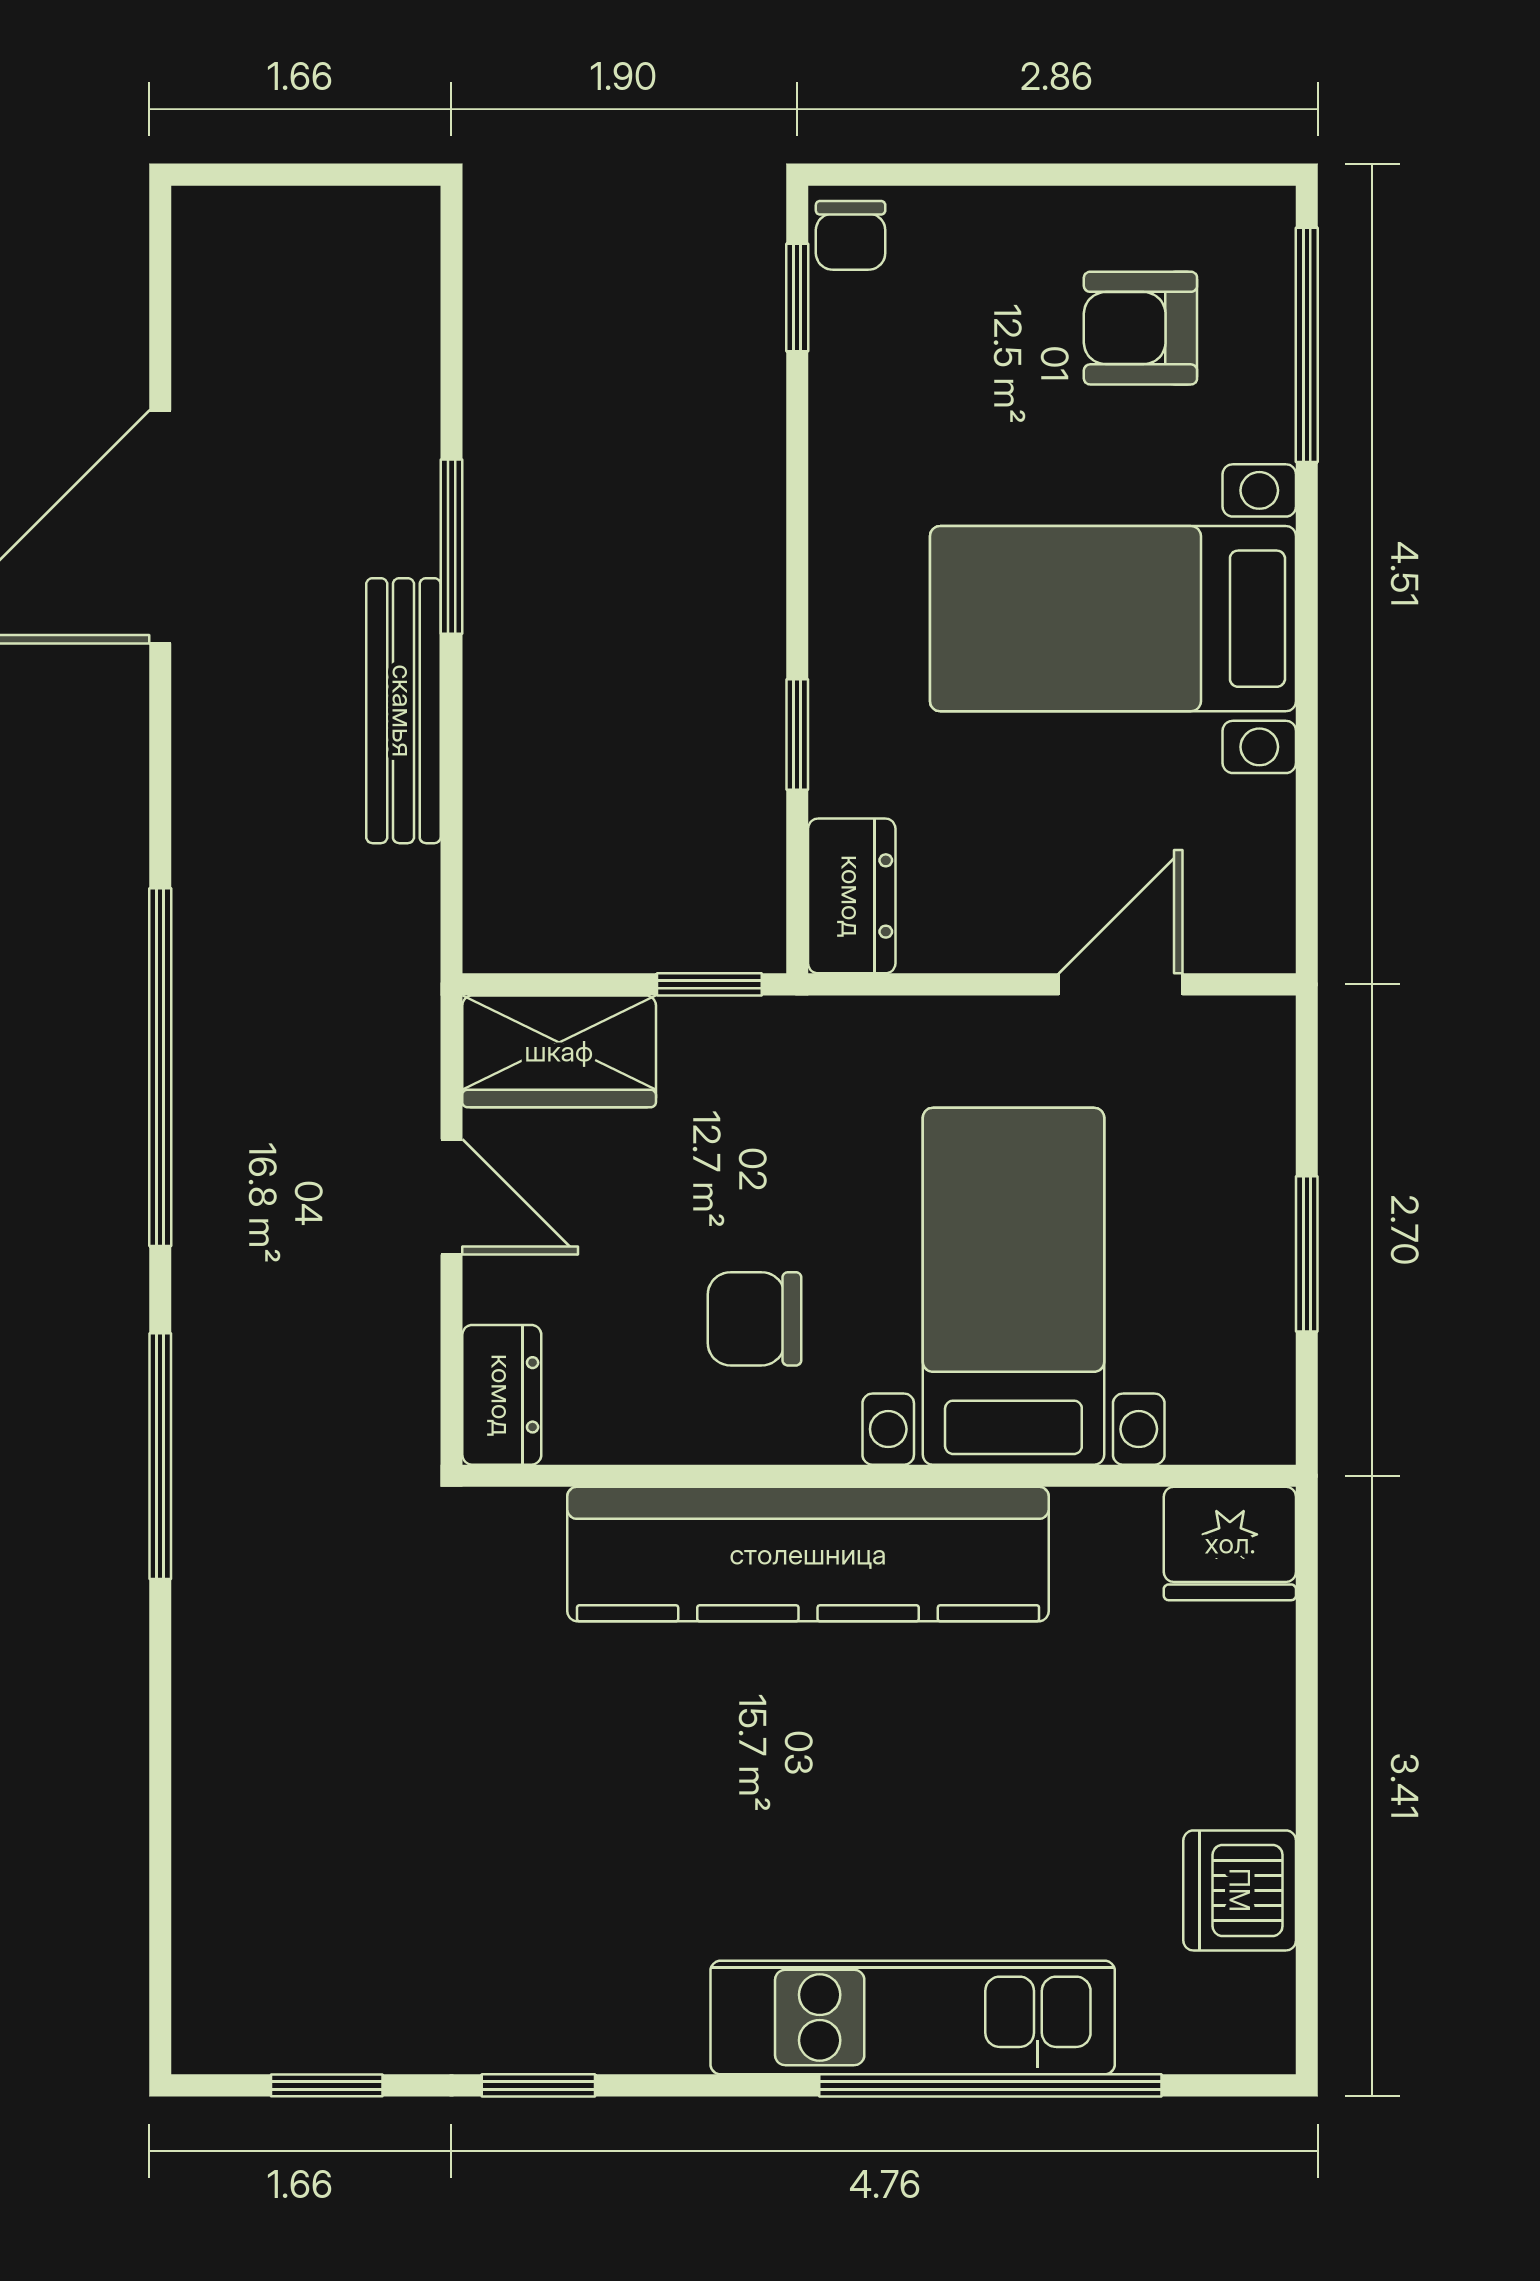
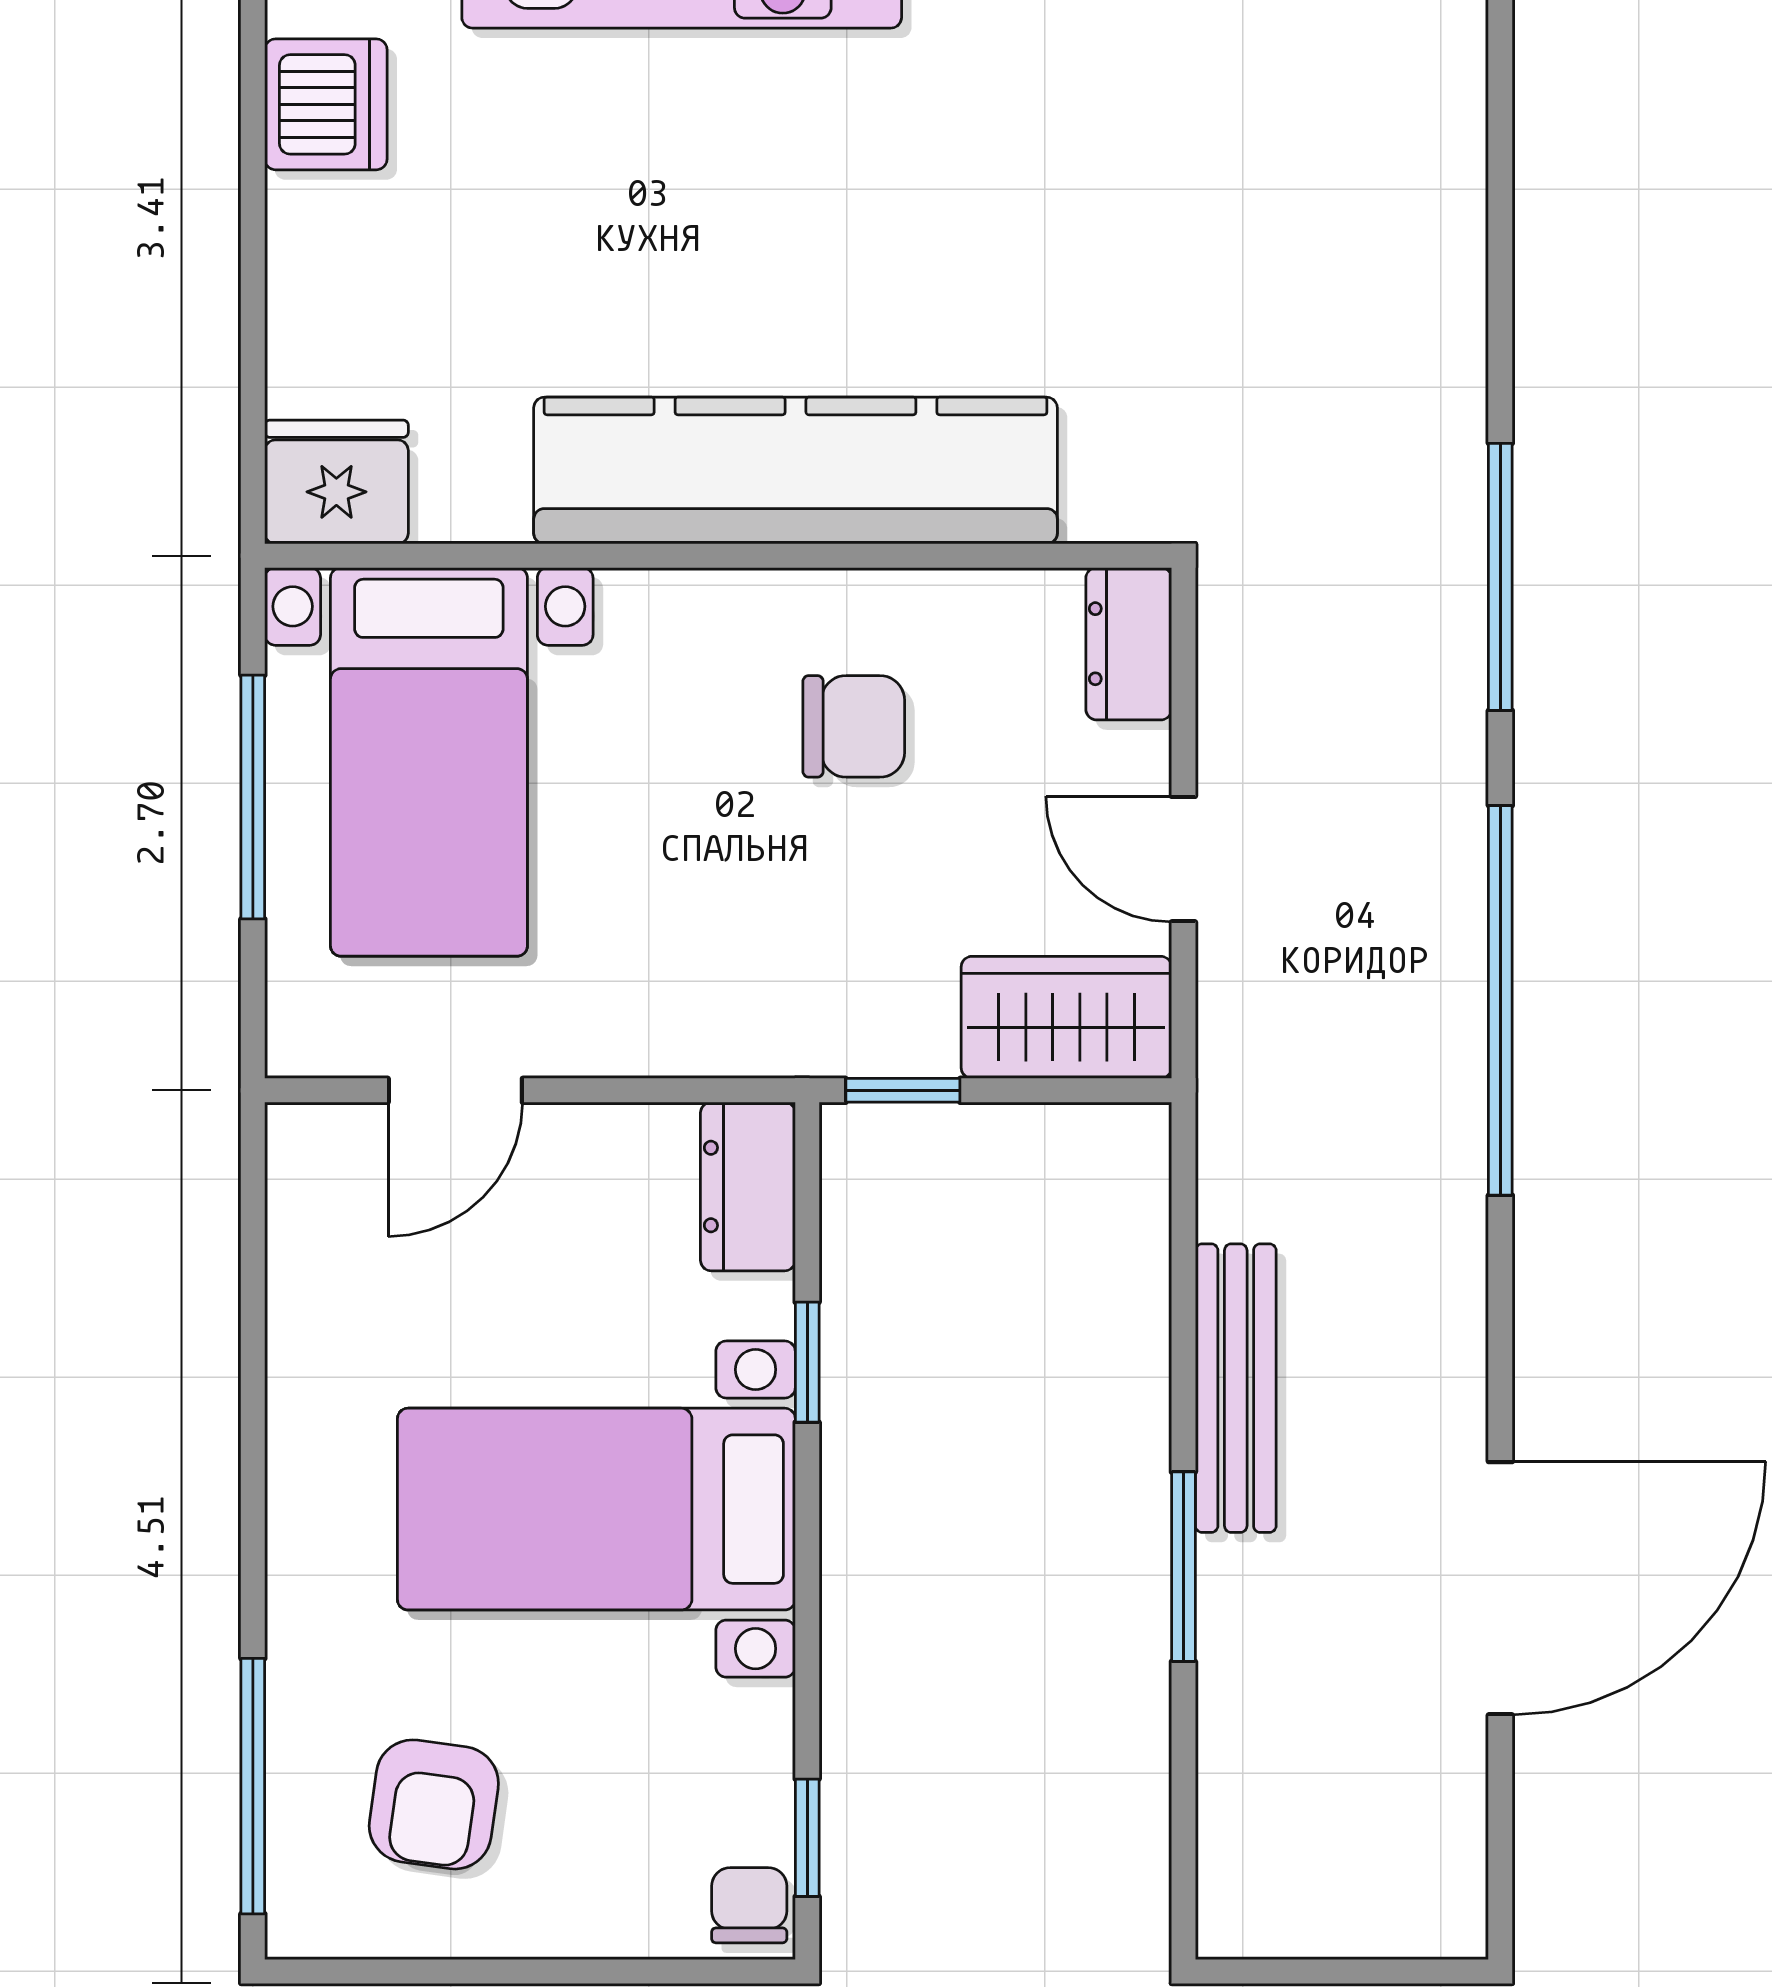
armchair: (1140, 328) -> (434, 1804), turned 98
bed with nightstands: (1113, 619) -> (596, 1509), moved, turned 180
window: (1307, 1254) -> (253, 797), width x1.44
bed with nightstands: (1013, 1286) -> (429, 762), moved

